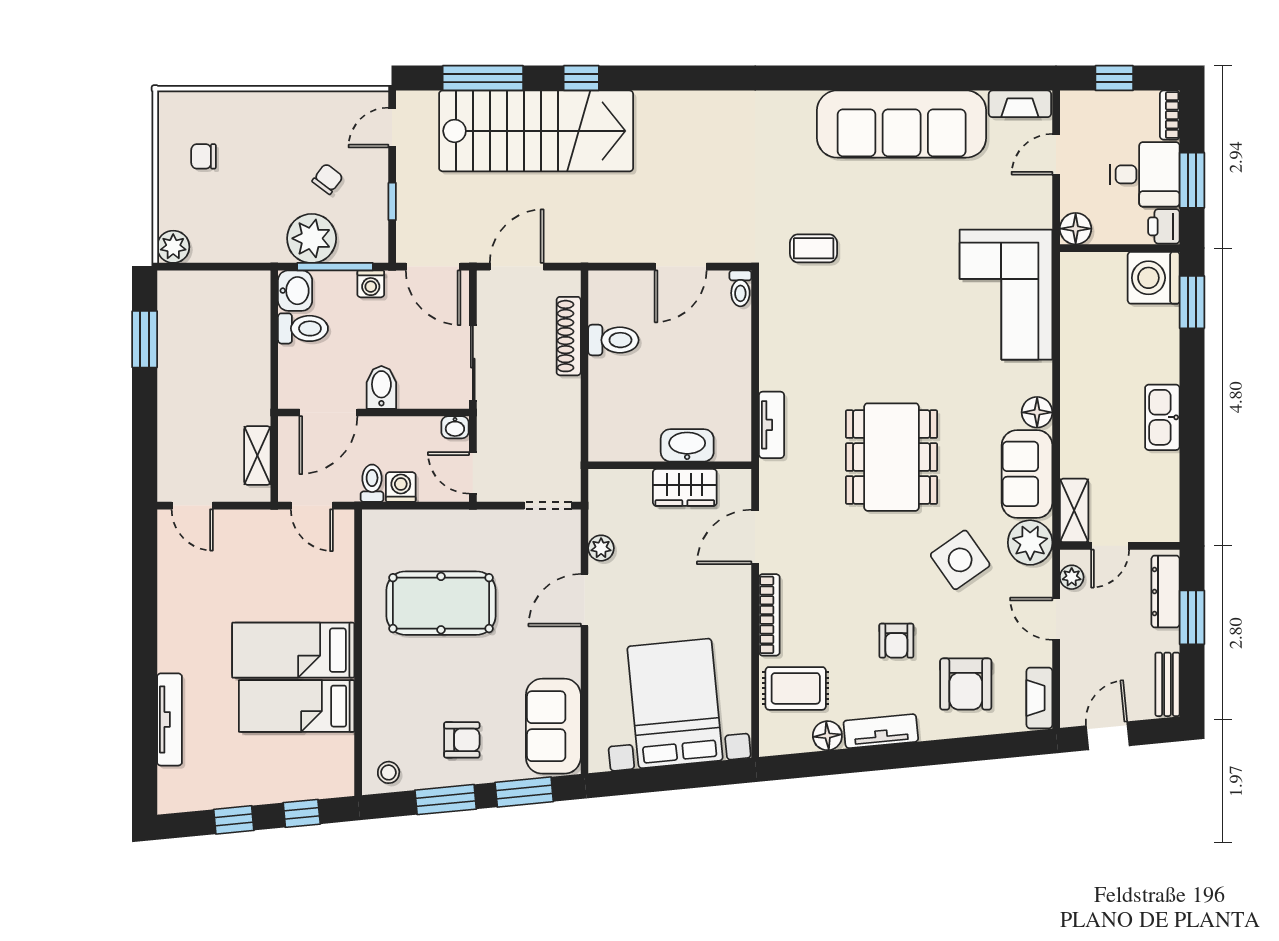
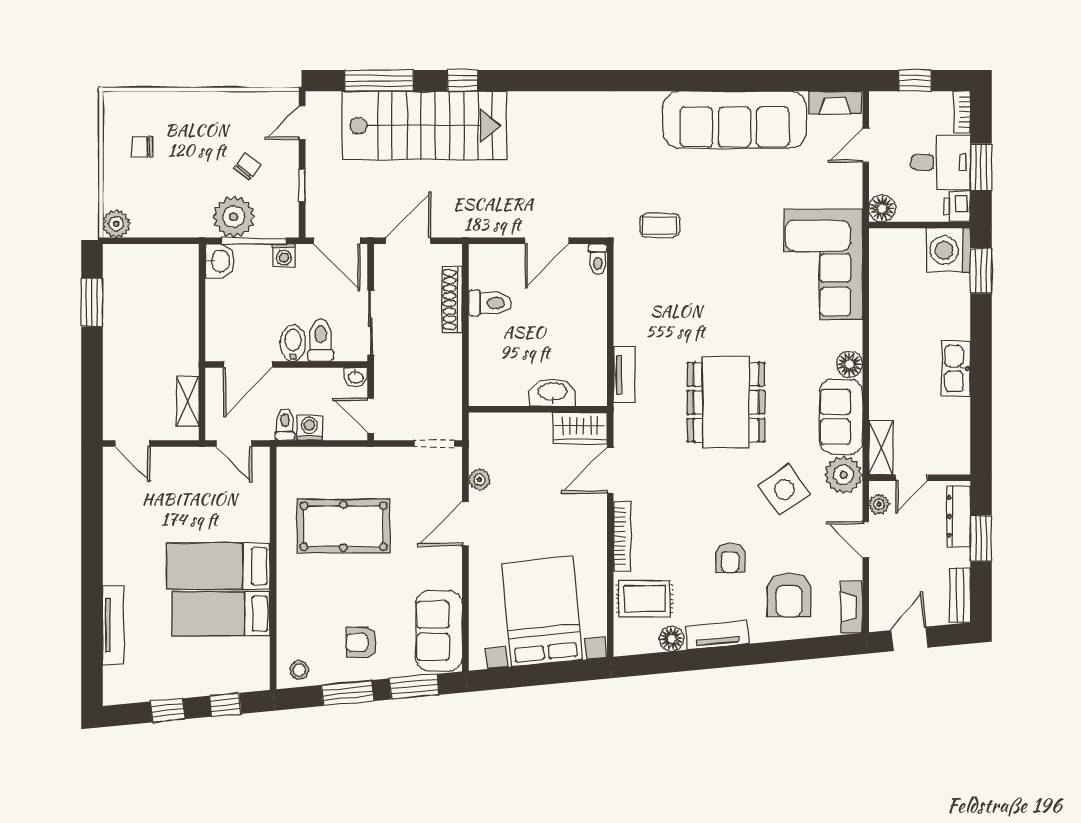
toilet: (303, 328) -> (321, 340), moved, turned -90
wardrobe: (685, 487) -> (580, 428), moved
armchair: (462, 740) -> (361, 642), turned 180

